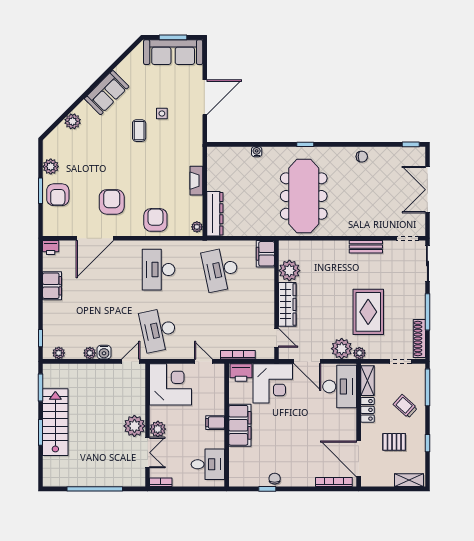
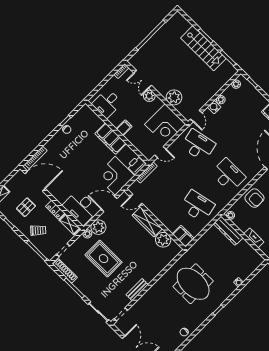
meeting table: (304, 196) -> (193, 284), width x0.73
plant: (134, 426) -> (174, 97), moved

